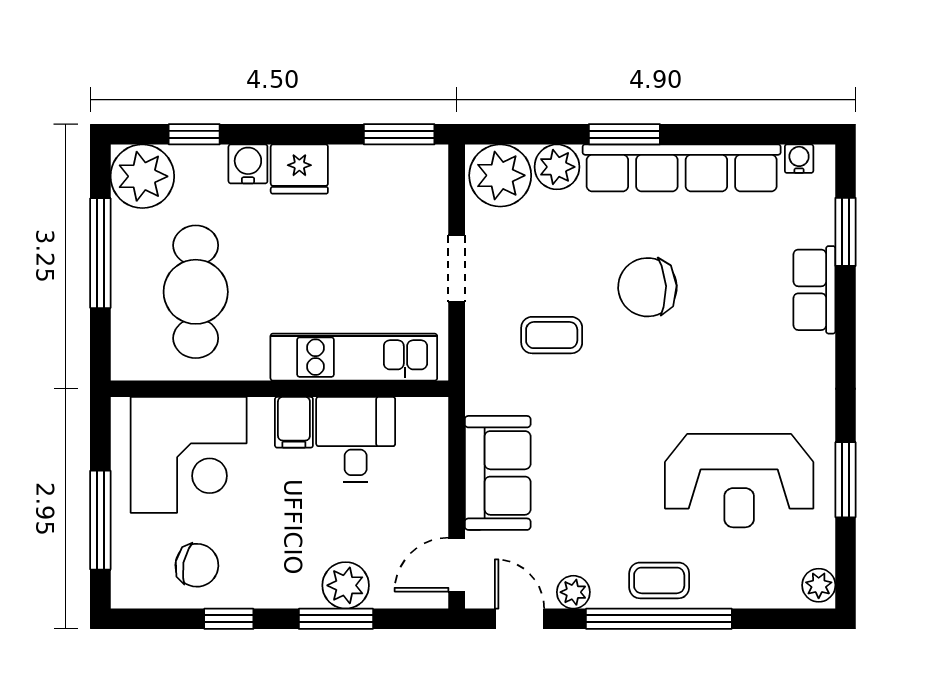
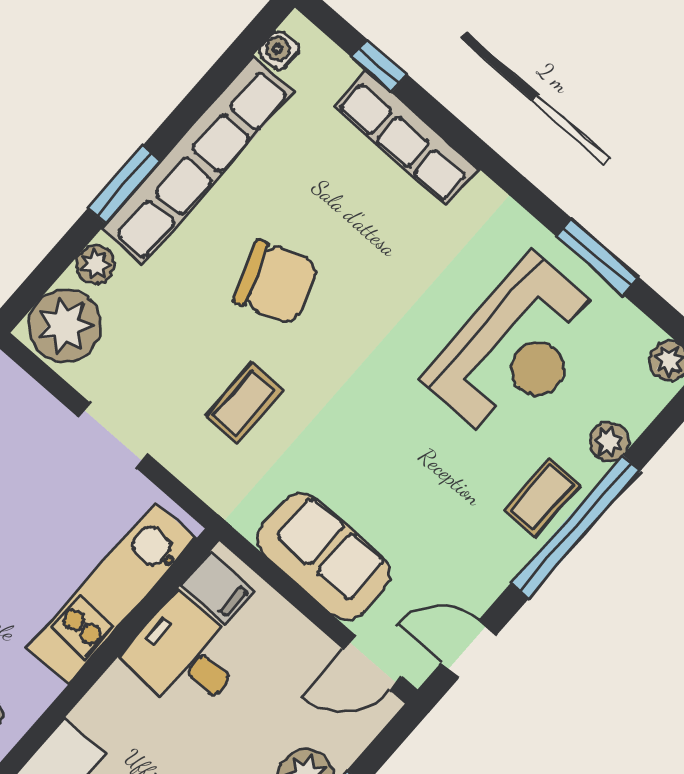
plant: (557, 167) -> (95, 264), width x0.73, depth x0.73
window: (846, 232) -> (380, 66), width x0.67
chair: (647, 287) -> (276, 282), turned -107
row of seats: (814, 290) -> (406, 138), width x1.48
filing cabinet: (294, 422) -> (218, 588), moved
door: (457, 565) -> (373, 663), hinge flipped
plant: (573, 592) -> (609, 442), moved

